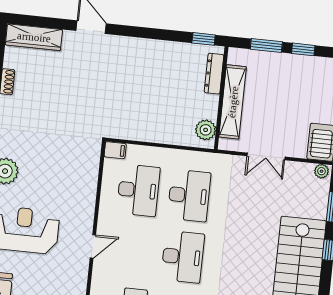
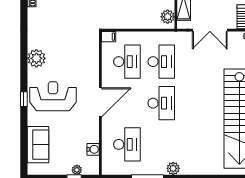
double door: (266, 156) -> (210, 30), width x1.37
door: (93, 246) -> (100, 102), width x1.87

